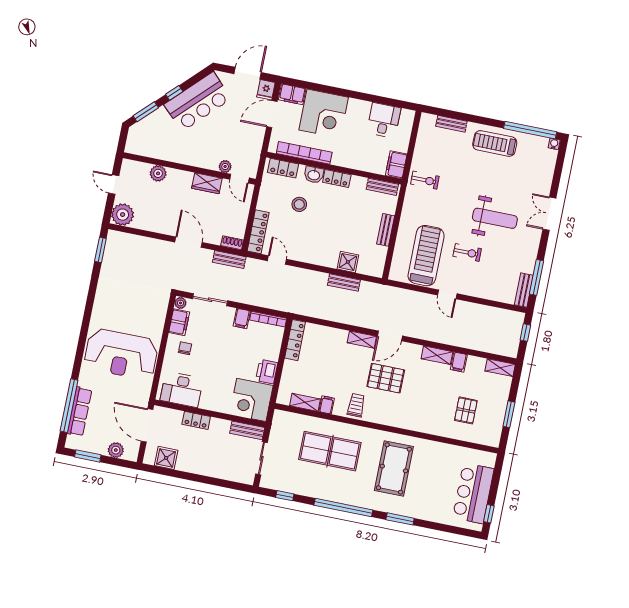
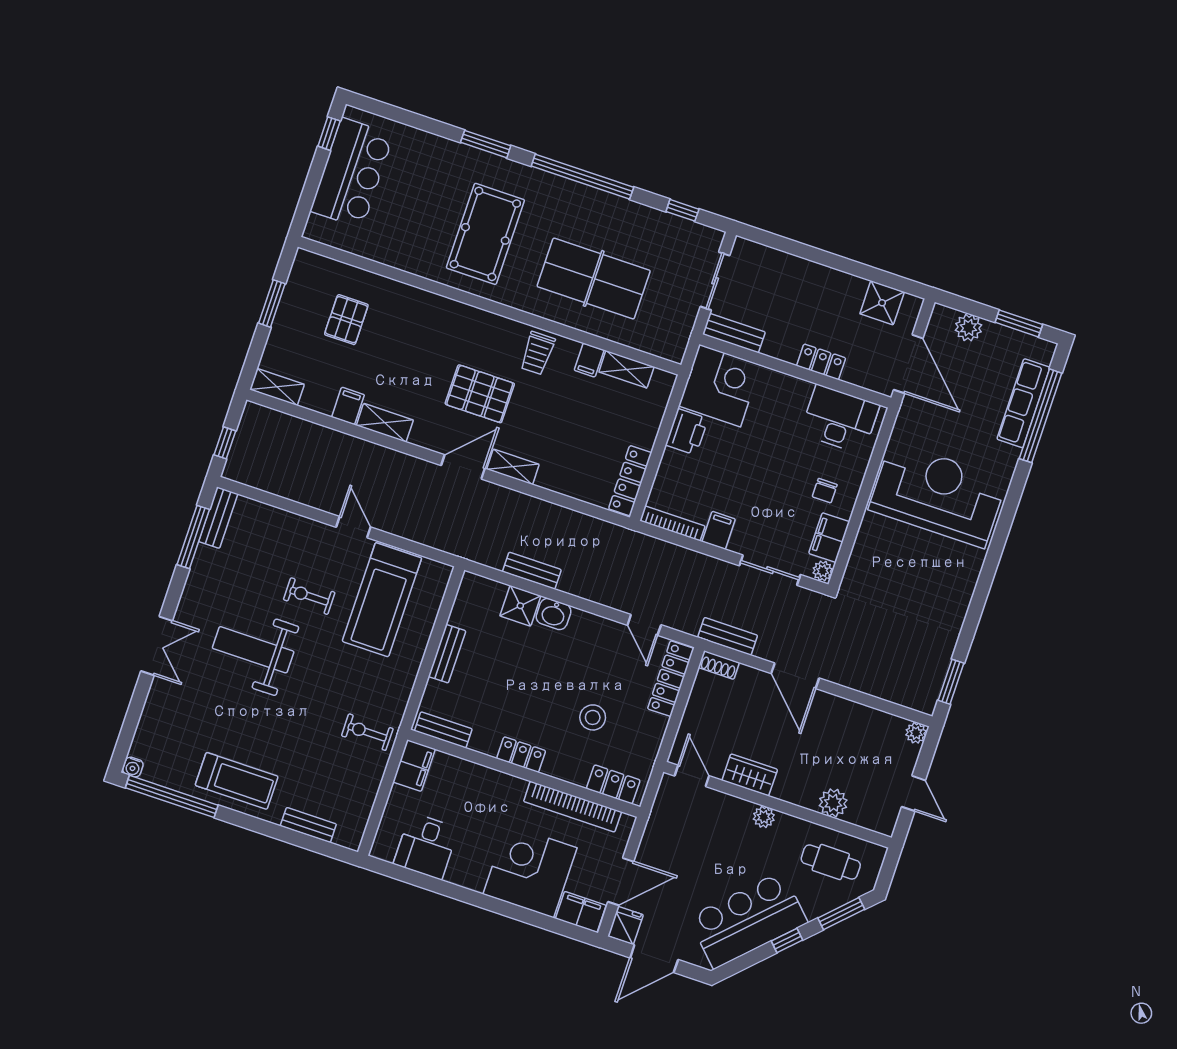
cafe table: (155, 140) -> (831, 862), added
plant: (225, 166) -> (764, 817), moved
washbasin: (314, 175) -> (554, 614), moved, turned 180
plant: (123, 215) -> (916, 733), width x0.53, depth x0.53

